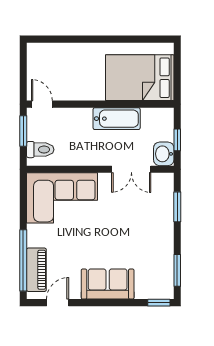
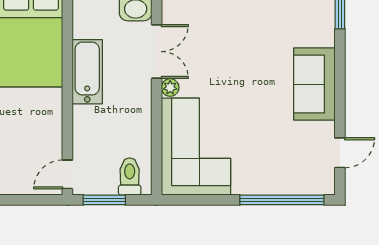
plant: (105, 179) -> (170, 88), added
piano: (36, 270) -> (295, 182), removed
door: (58, 303) -> (340, 153), swing flipped

